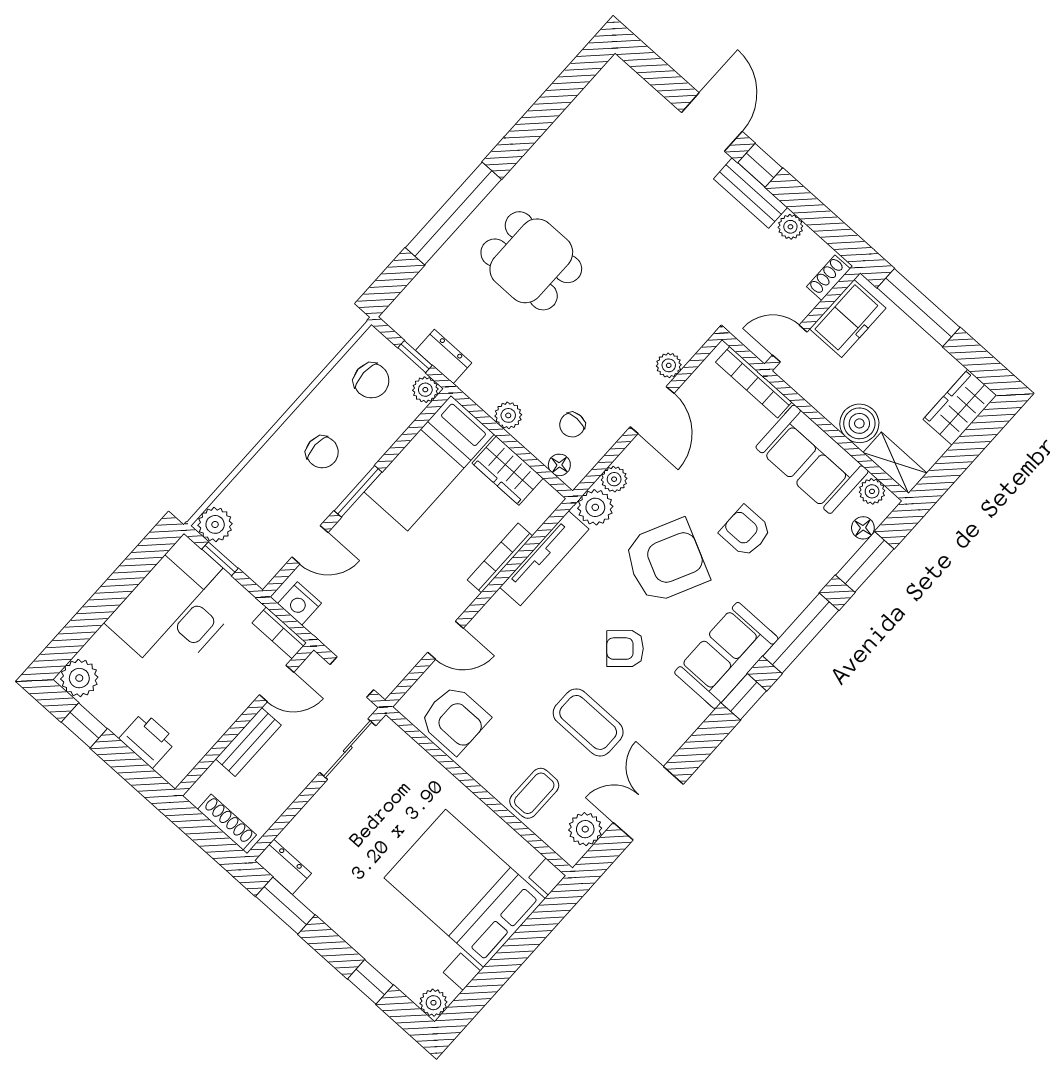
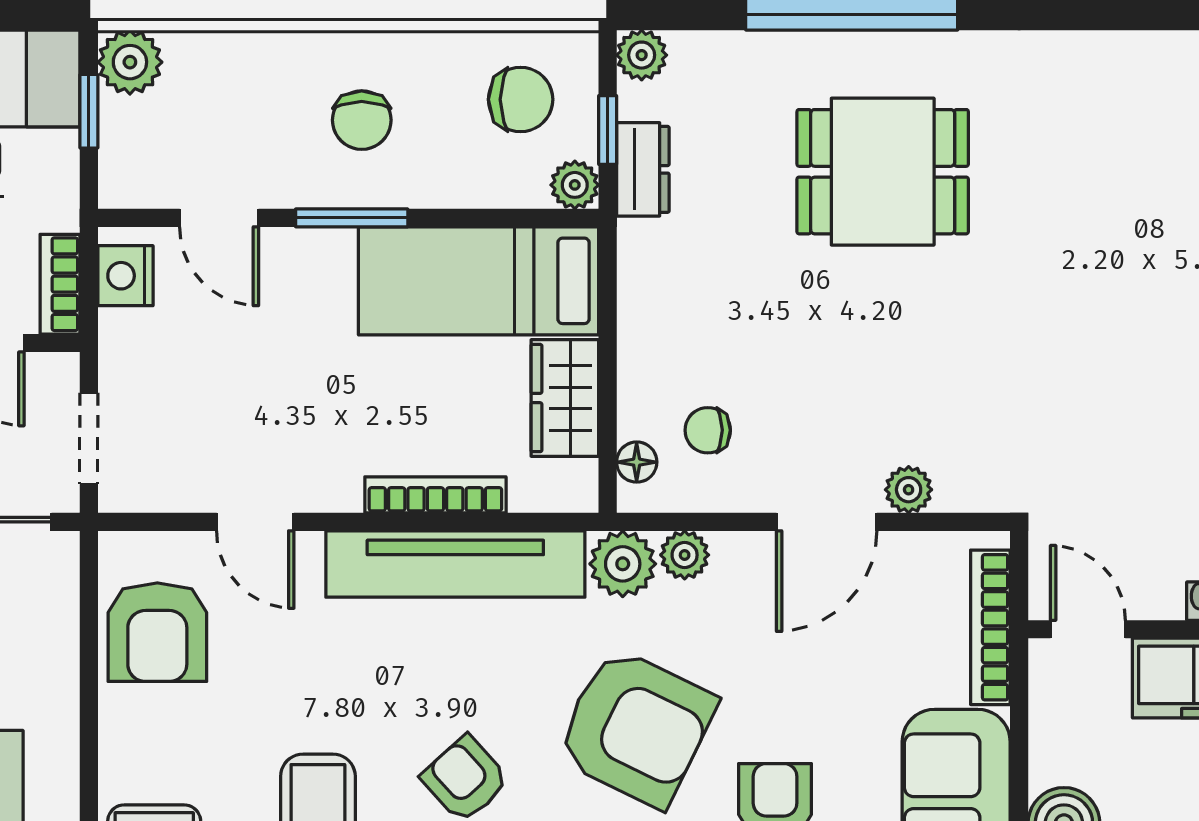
dining table: (531, 261) -> (883, 172), turned 90
chair: (371, 381) -> (521, 99), turned -90
plant: (508, 415) -> (642, 55), moved
tv unit: (544, 558) -> (455, 564), width x1.36, depth x1.29

